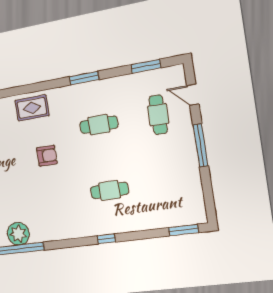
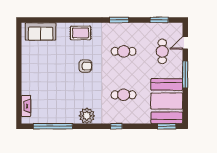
door: (193, 95) -> (185, 43), hinge flipped
booth: (177, 191) -> (167, 101), added
plant: (18, 234) -> (87, 116), moved

